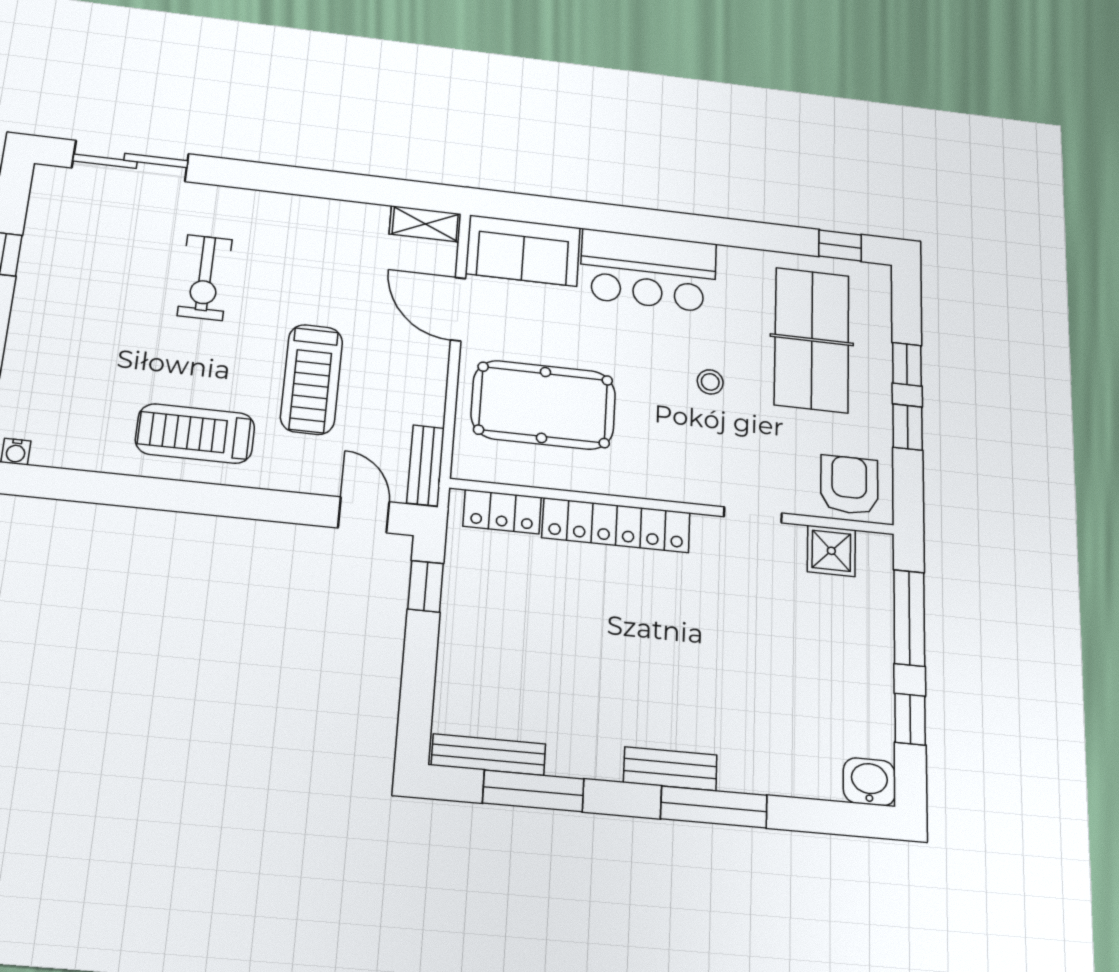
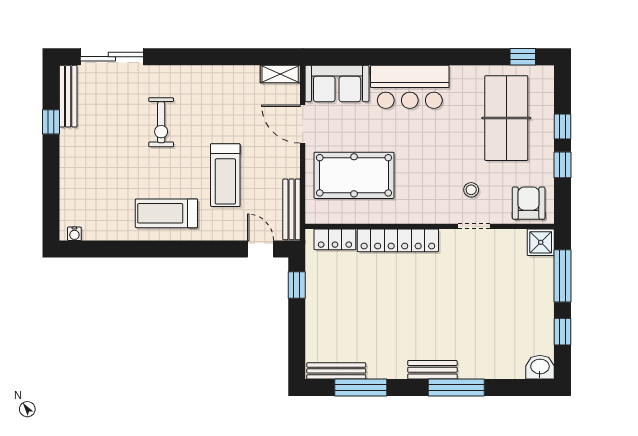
bench: (41, 215) -> (68, 96), added
stool: (710, 382) -> (471, 190), moved
bench: (426, 465) -> (292, 209), width x1.36
shower: (831, 551) -> (541, 242), moved

